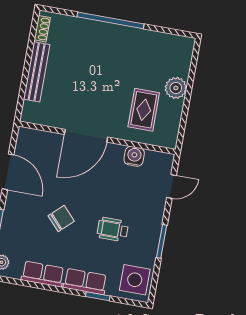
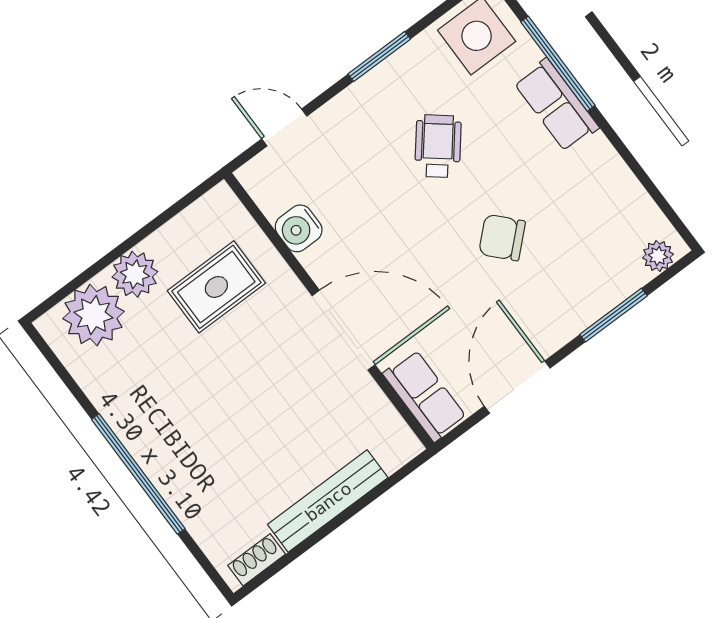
plant: (177, 61) -> (94, 315), added
wheelchair: (113, 229) -> (438, 146), turned -141
row of seats: (43, 274) -> (425, 396), moved, turned 180
window: (98, 296) -> (558, 64), width x2.17

